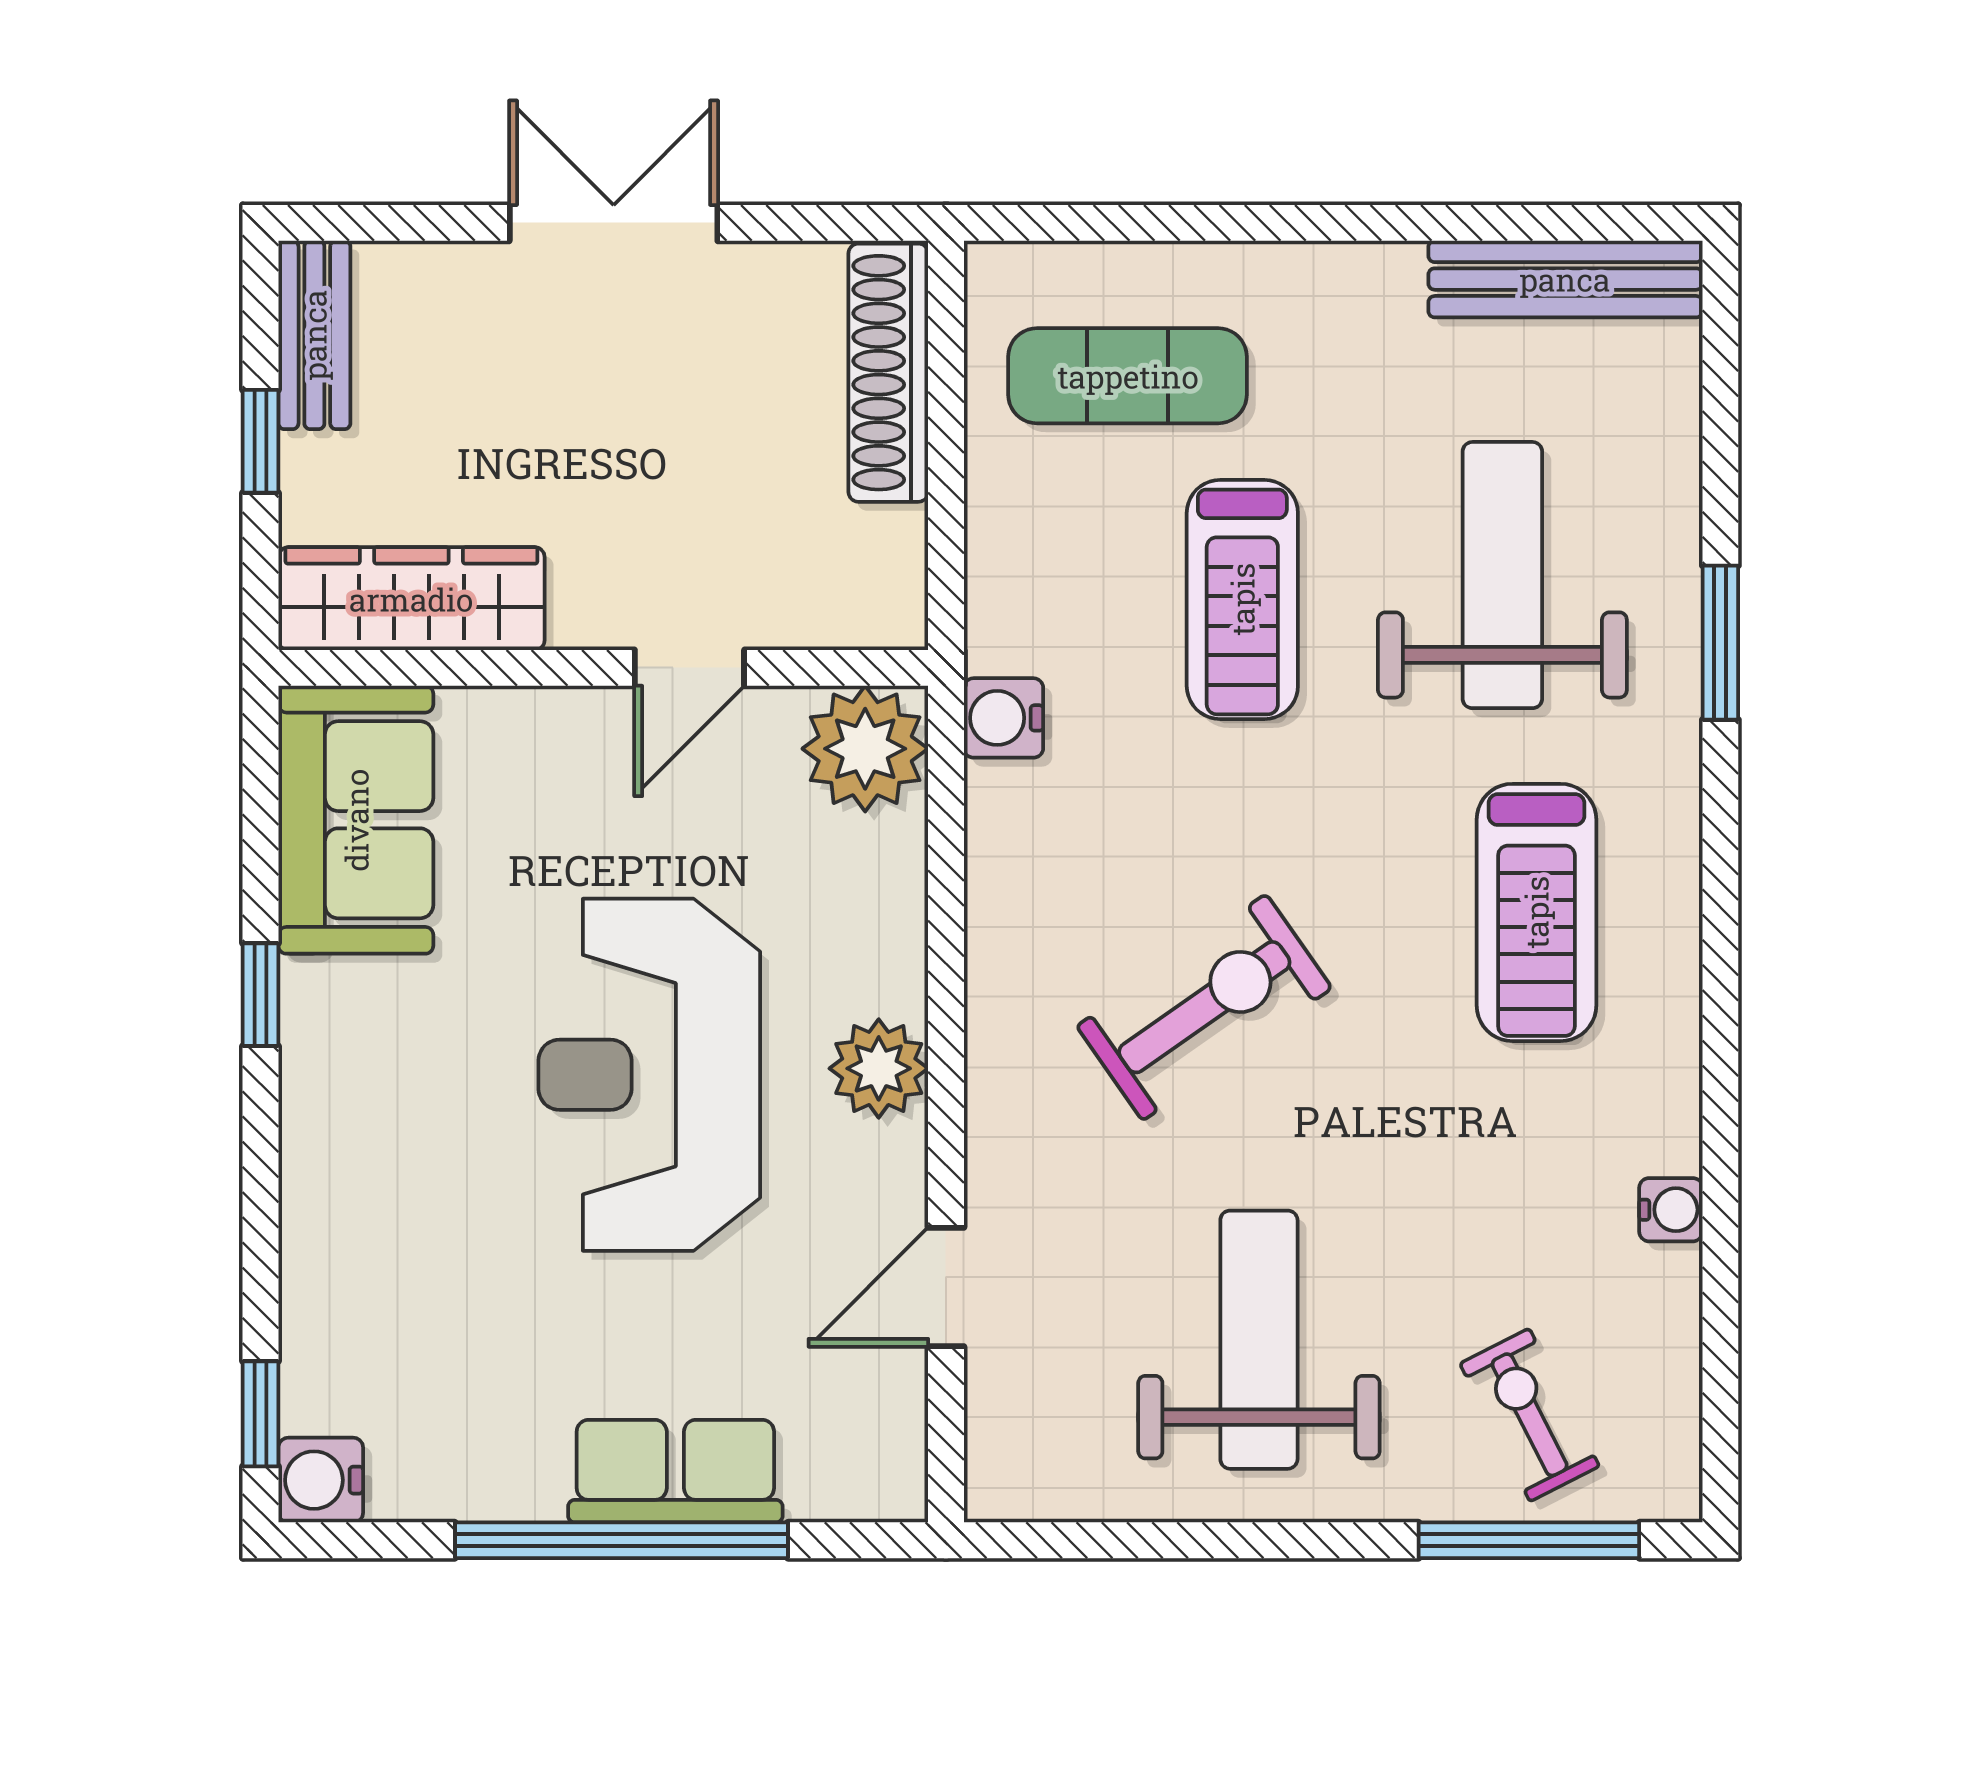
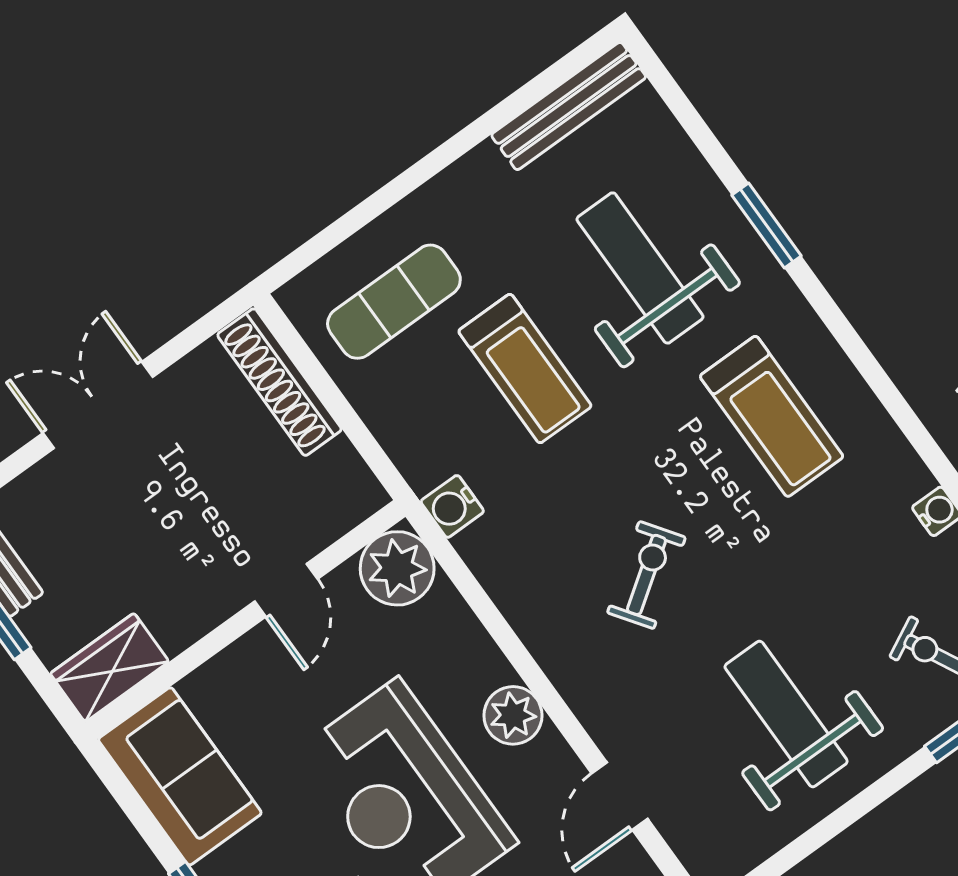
wardrobe: (411, 599) -> (110, 668), width x0.67
exercise bike: (1204, 1007) -> (646, 575), width x0.73, depth x0.72

